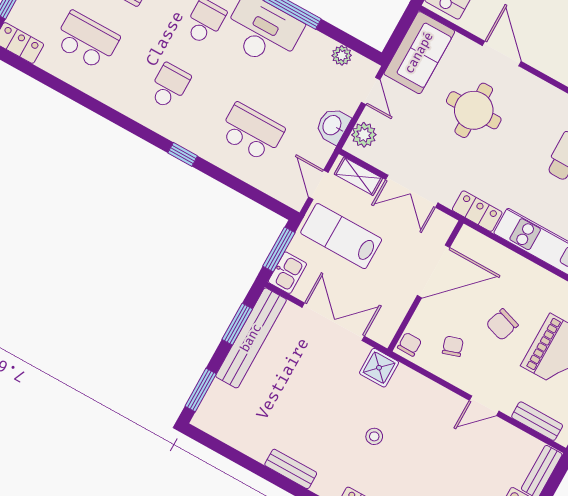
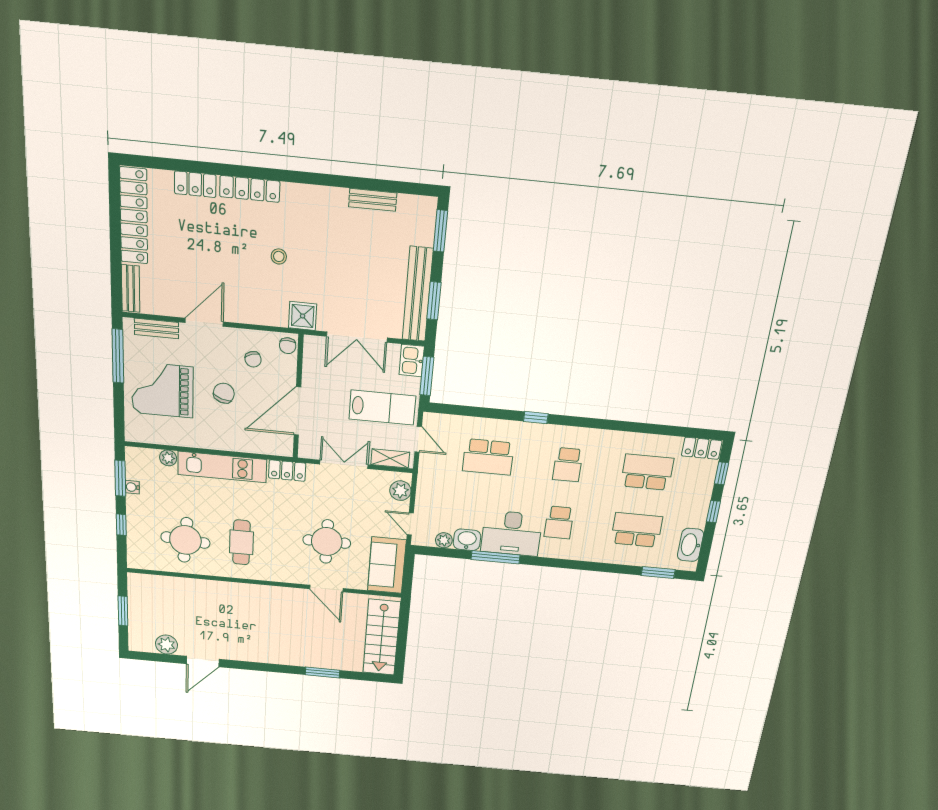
school desk: (87, 40) -> (647, 472), turned 180
washbasin: (333, 126) -> (467, 540), moved, turned -90
door: (484, 406) -> (204, 322), width x1.38
bench: (291, 469) -> (373, 200), moved

